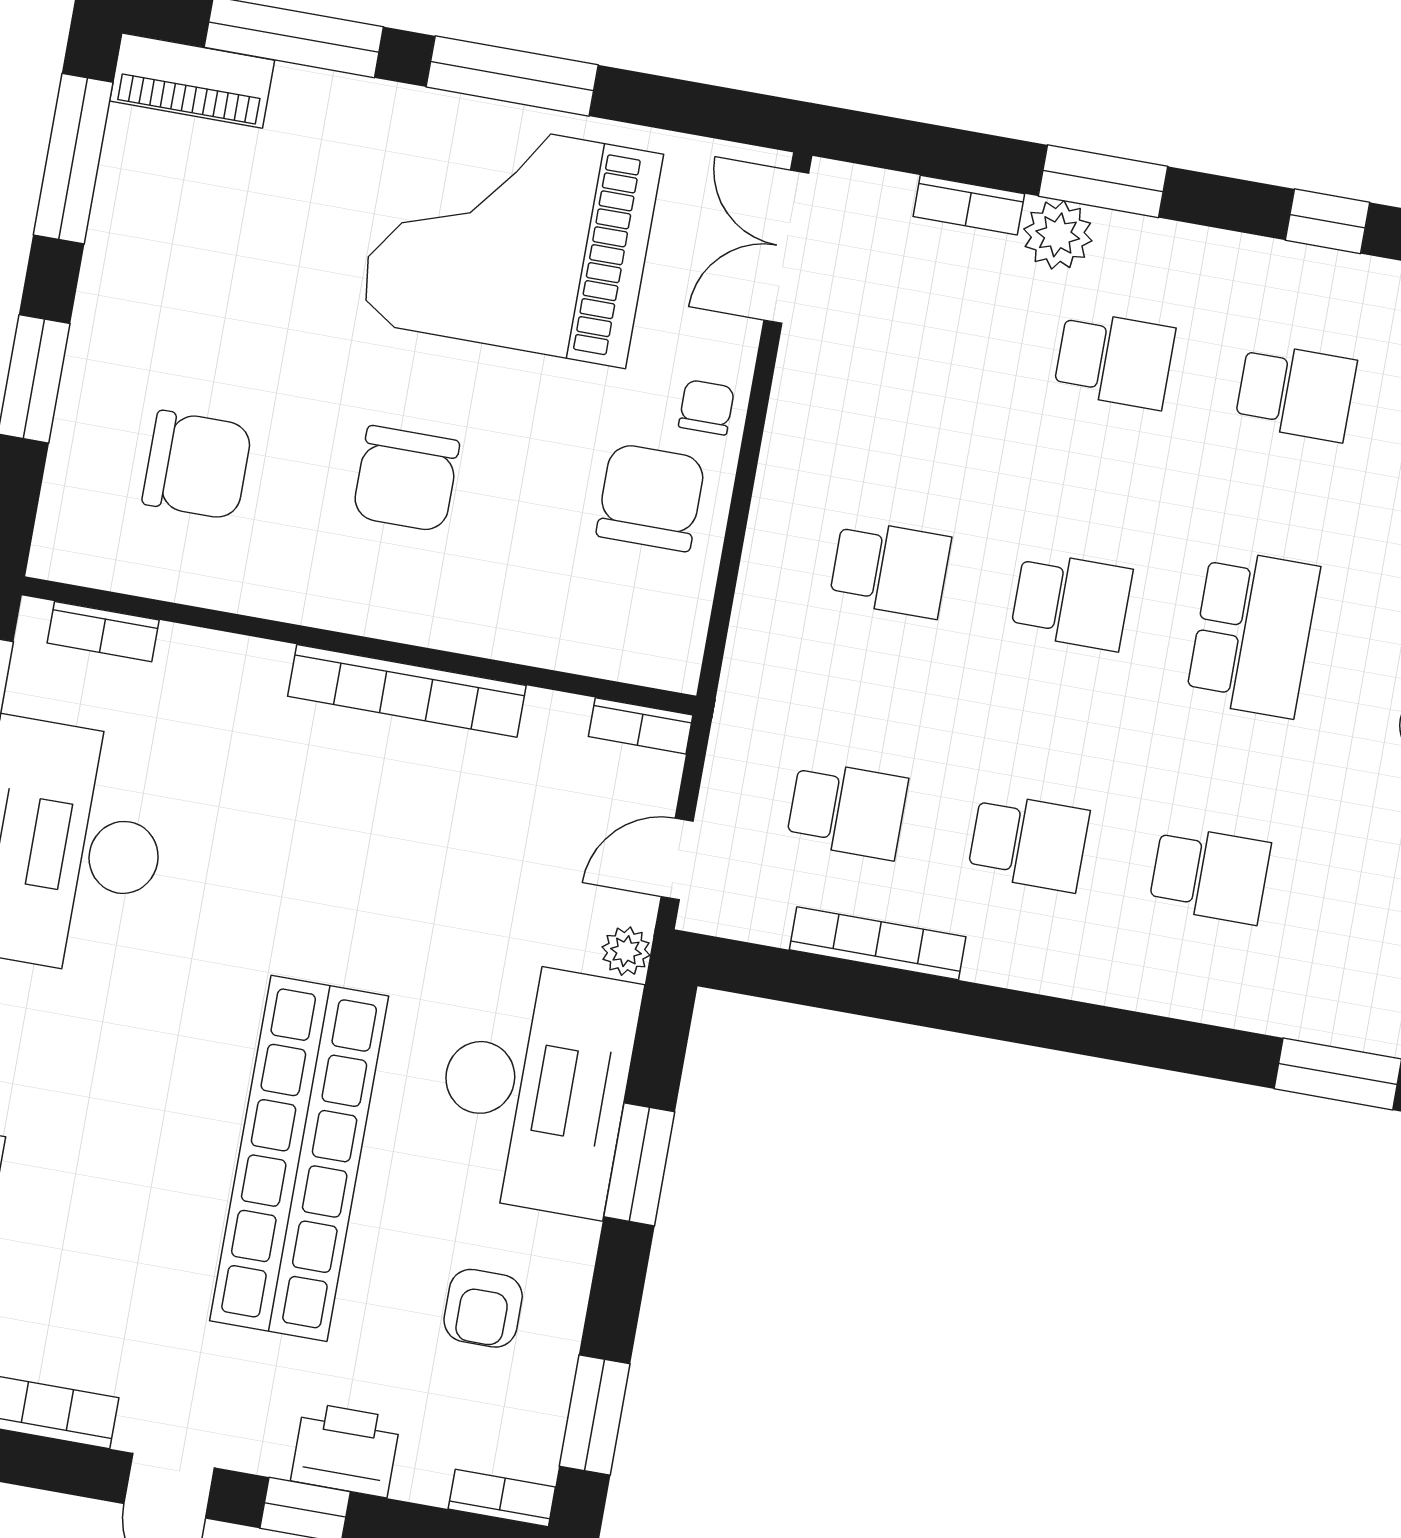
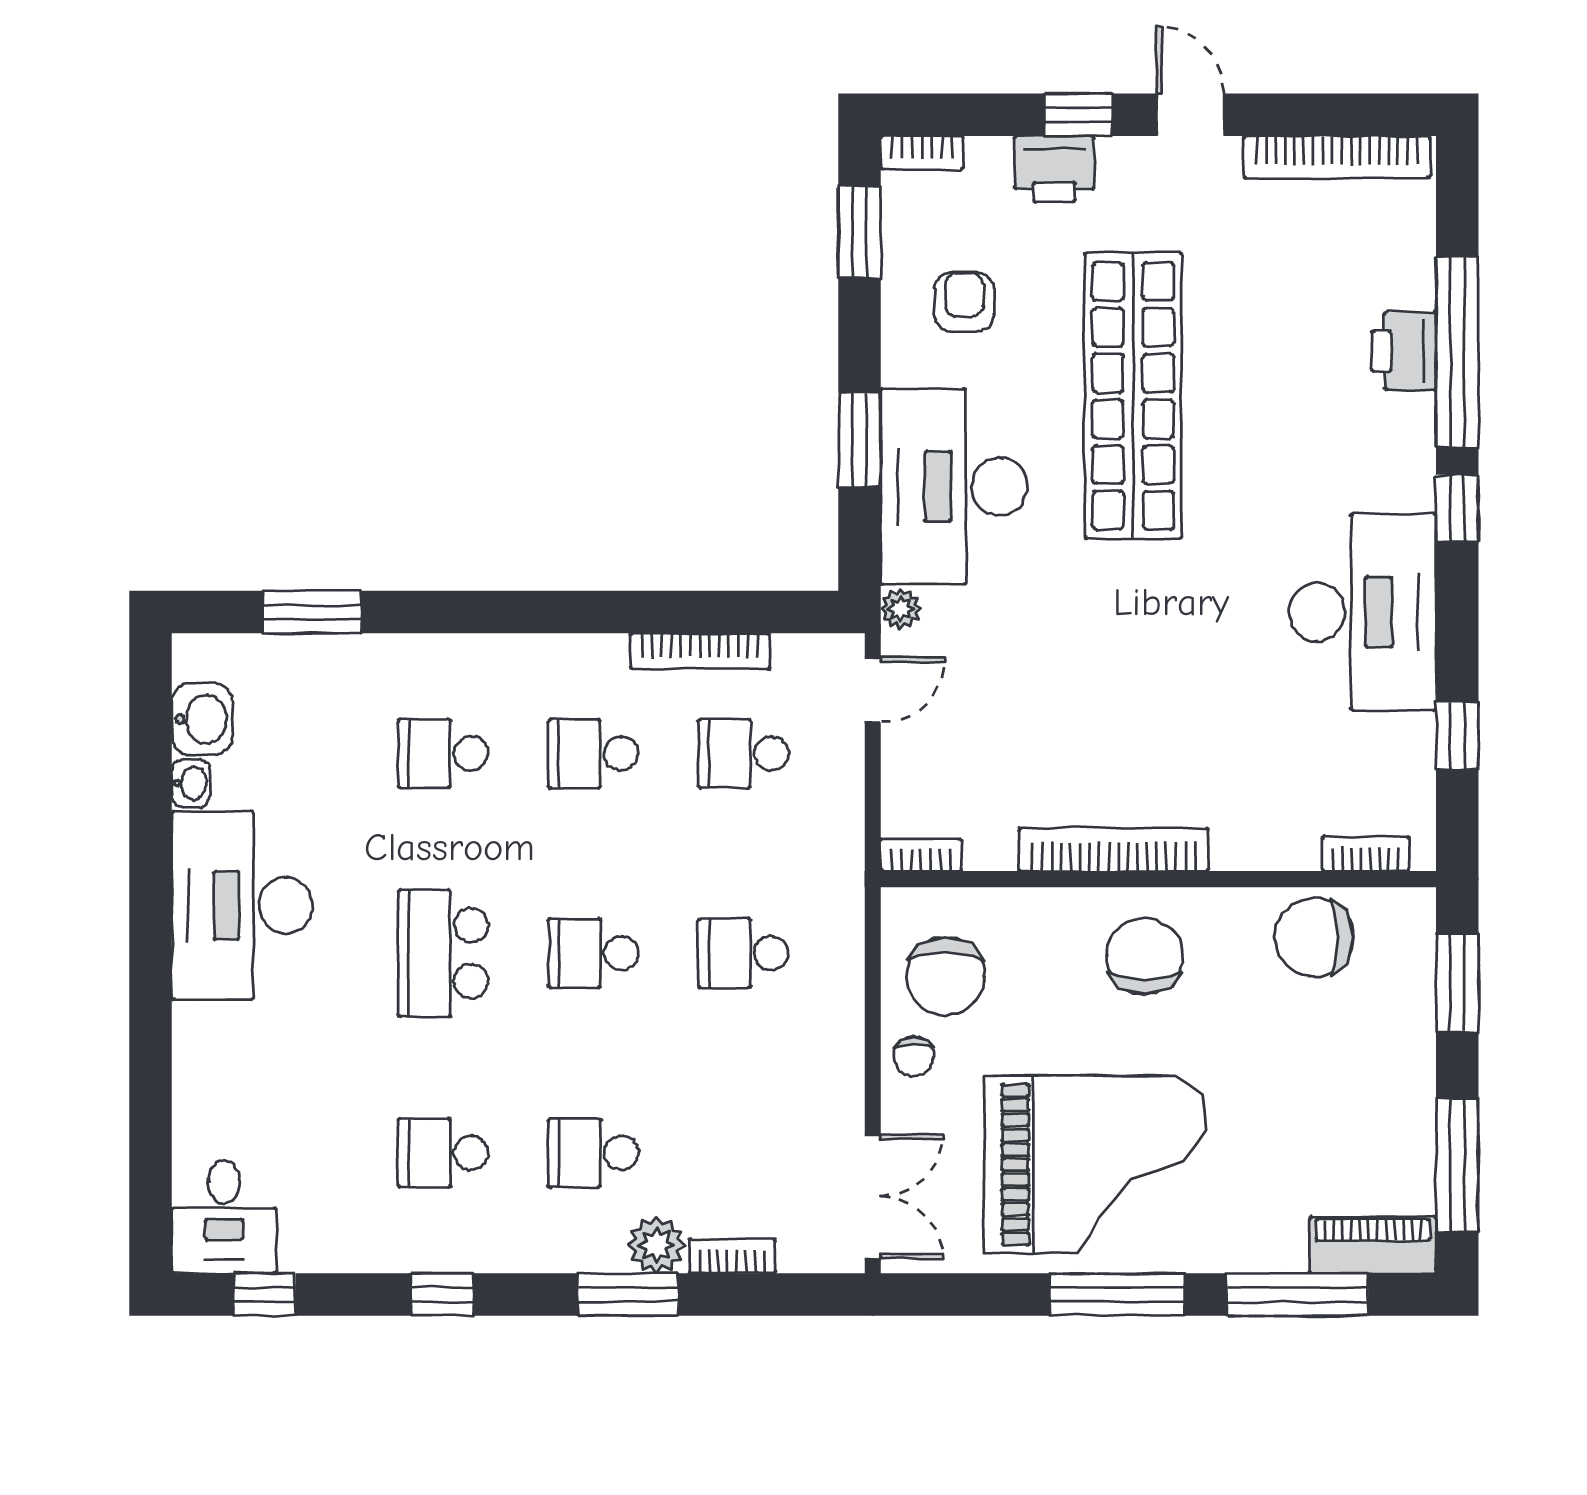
bookcase: (103, 632) -> (1366, 854), moved
wall: (359, 646) -> (1158, 879), moved
bookcase: (407, 691) -> (1114, 850), moved
bookcase: (641, 726) -> (921, 855), moved

